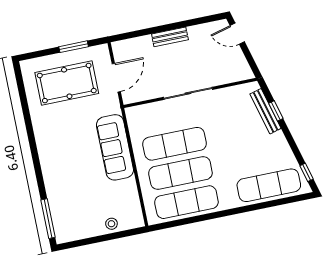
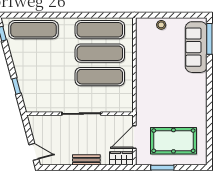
wardrobe: (127, 48) -> (121, 158), added
bench: (266, 111) -> (24, 87), removed
sofa: (115, 147) -> (196, 47), moved, turned 180

